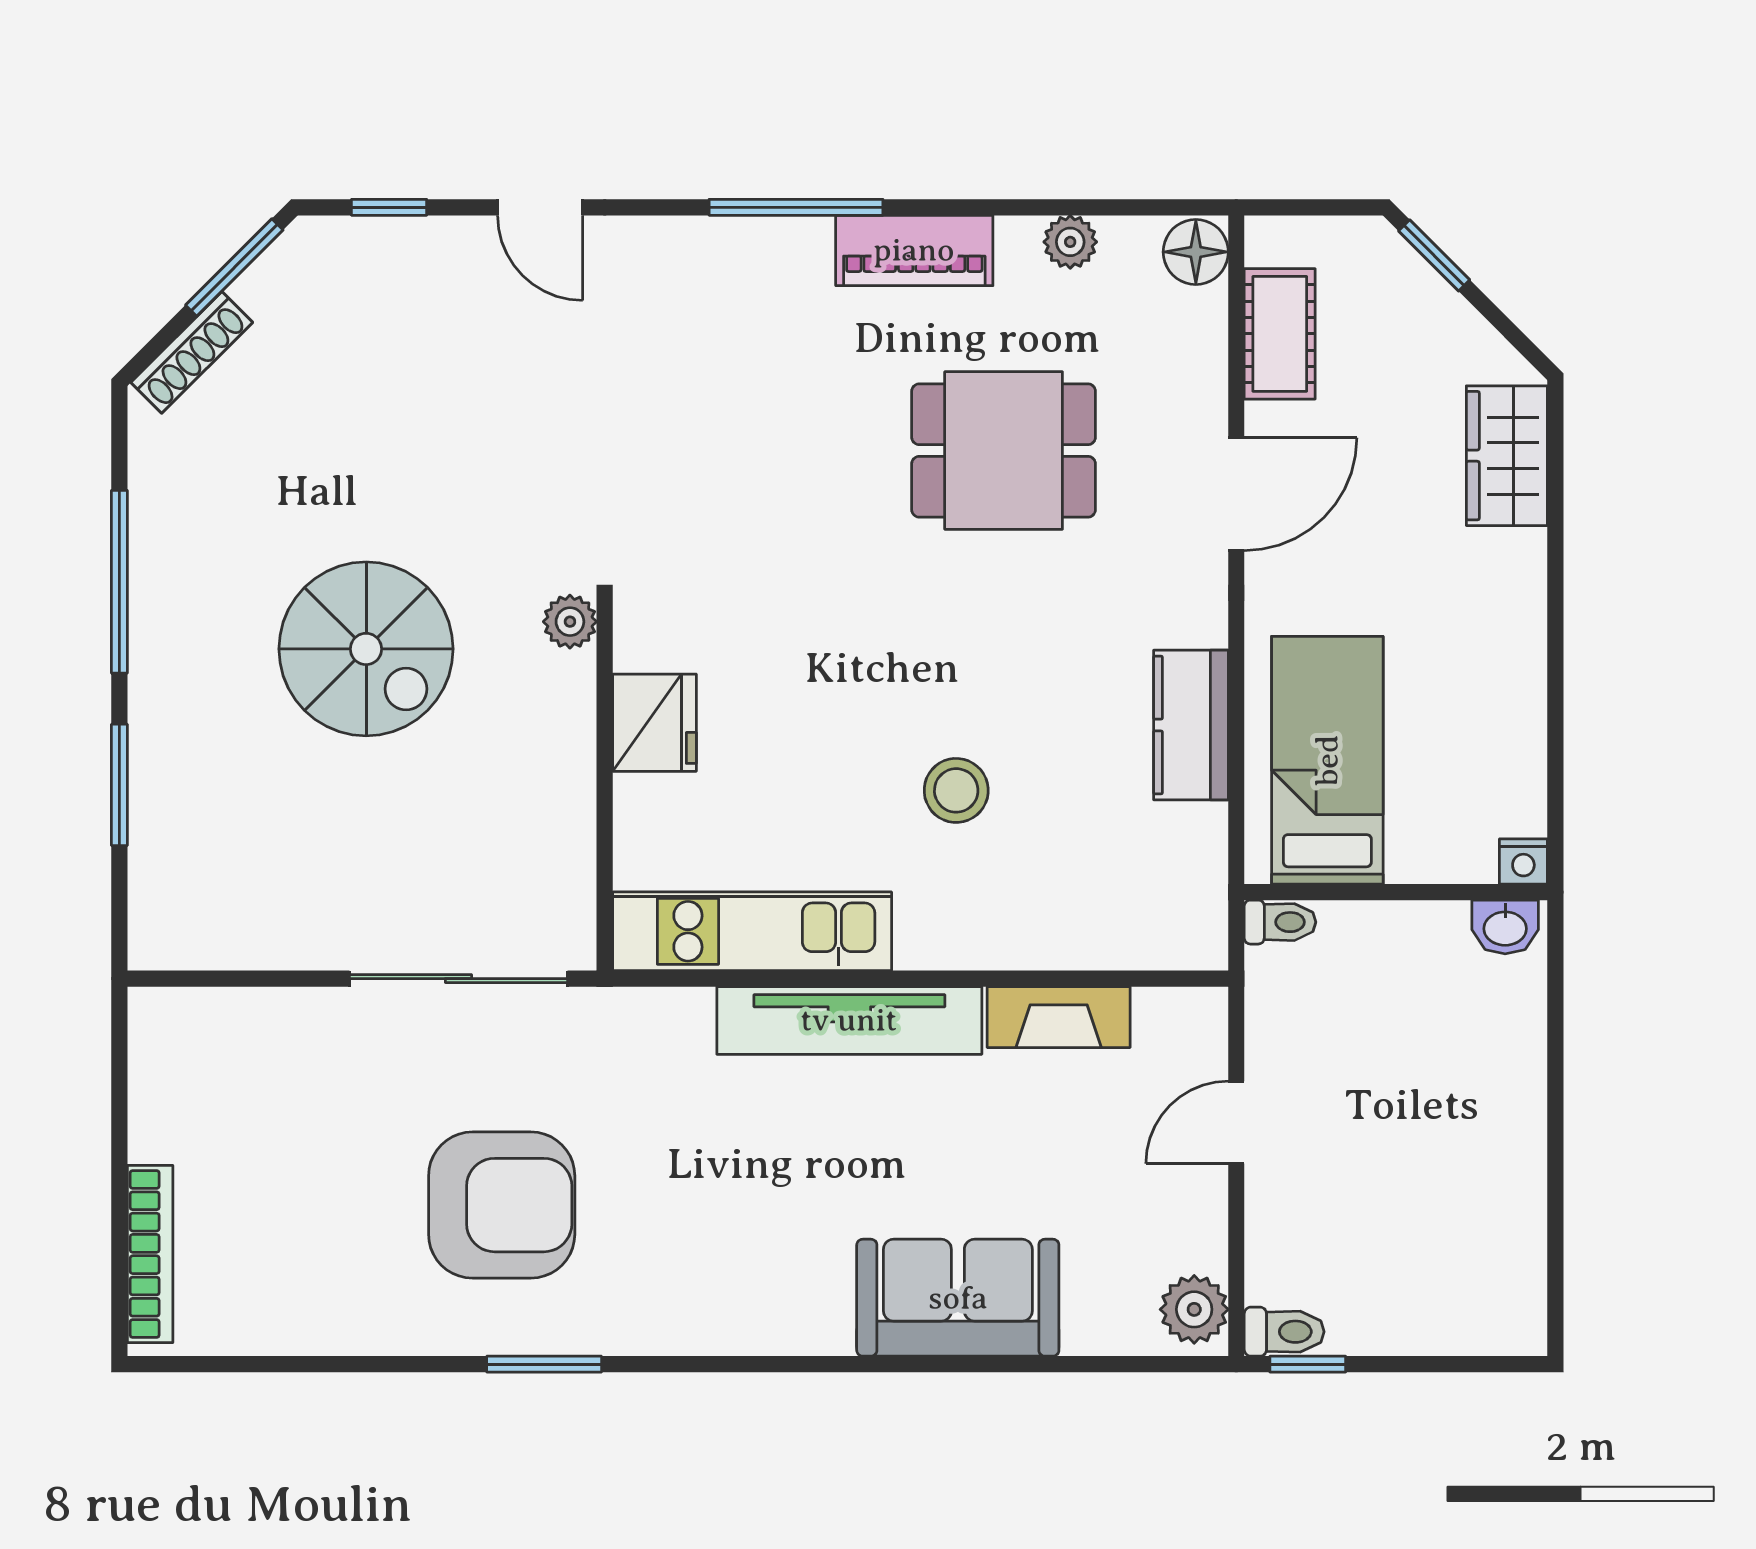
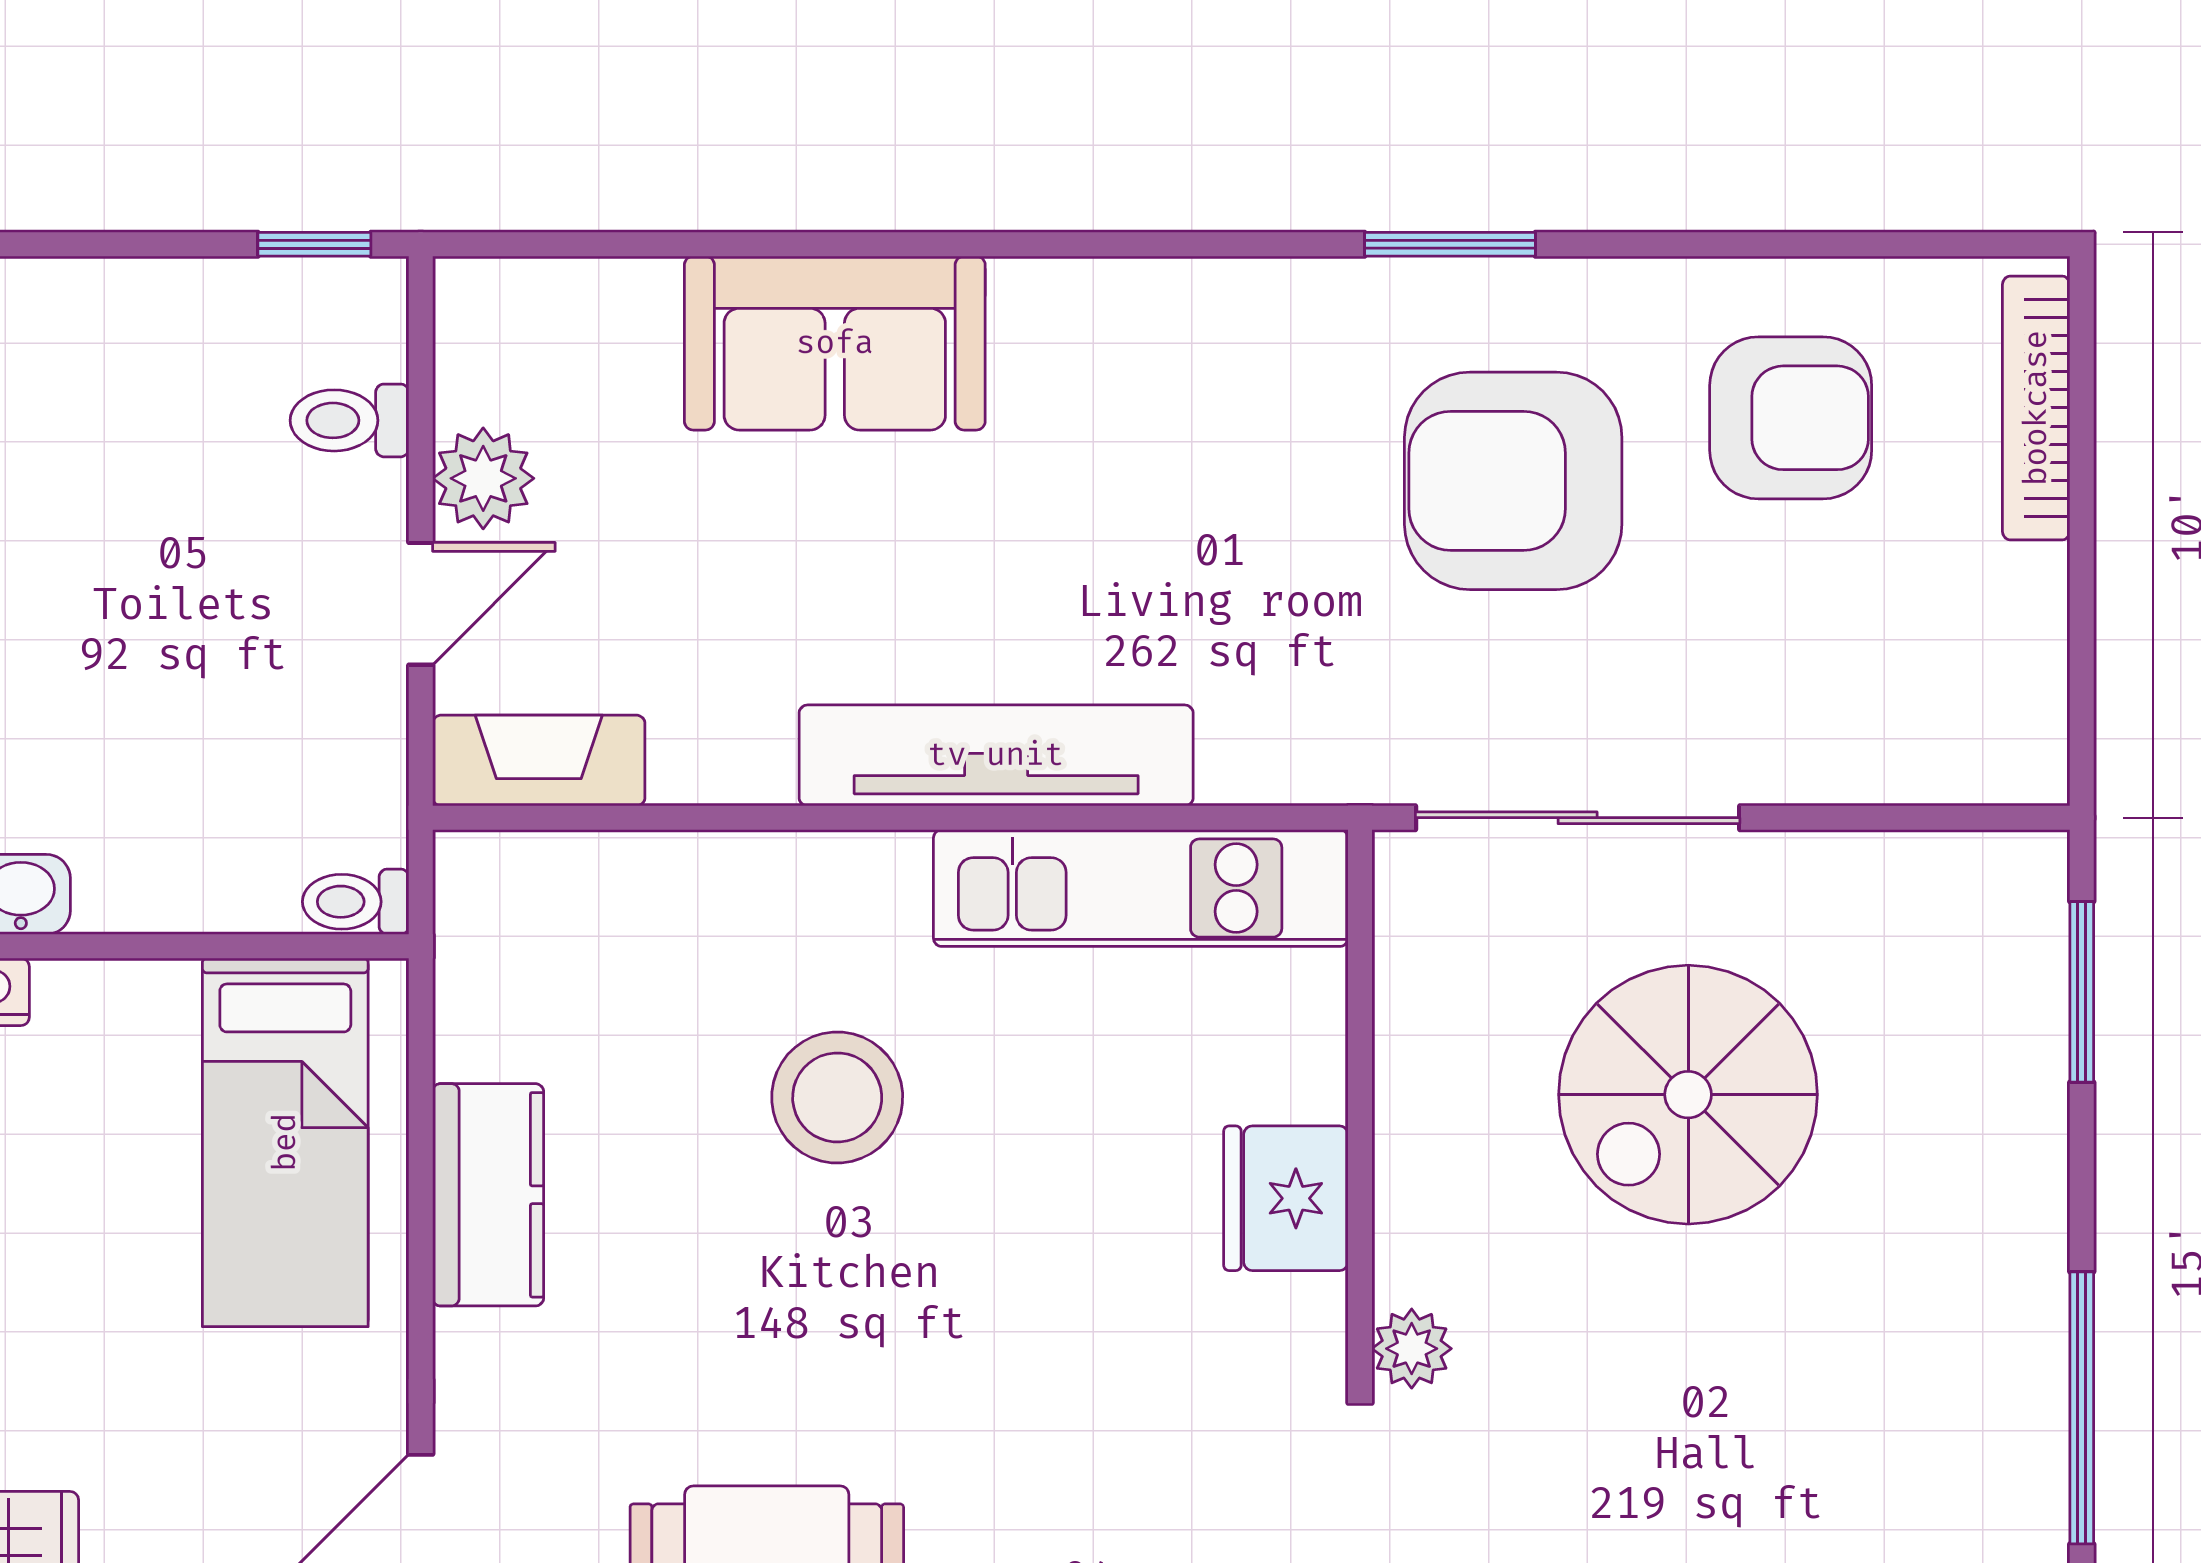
spiral stairs: (366, 649) -> (1688, 1095), moved, turned -90
window: (119, 785) -> (2082, 992), moved
stool: (956, 790) -> (837, 1097), width x1.38, depth x1.38
fireplace: (1059, 1017) -> (539, 760), moved
armchair: (315, 1247) -> (1791, 418), added
plant: (1194, 1309) -> (483, 478), moved
toilet: (1284, 1332) -> (349, 420), moved

